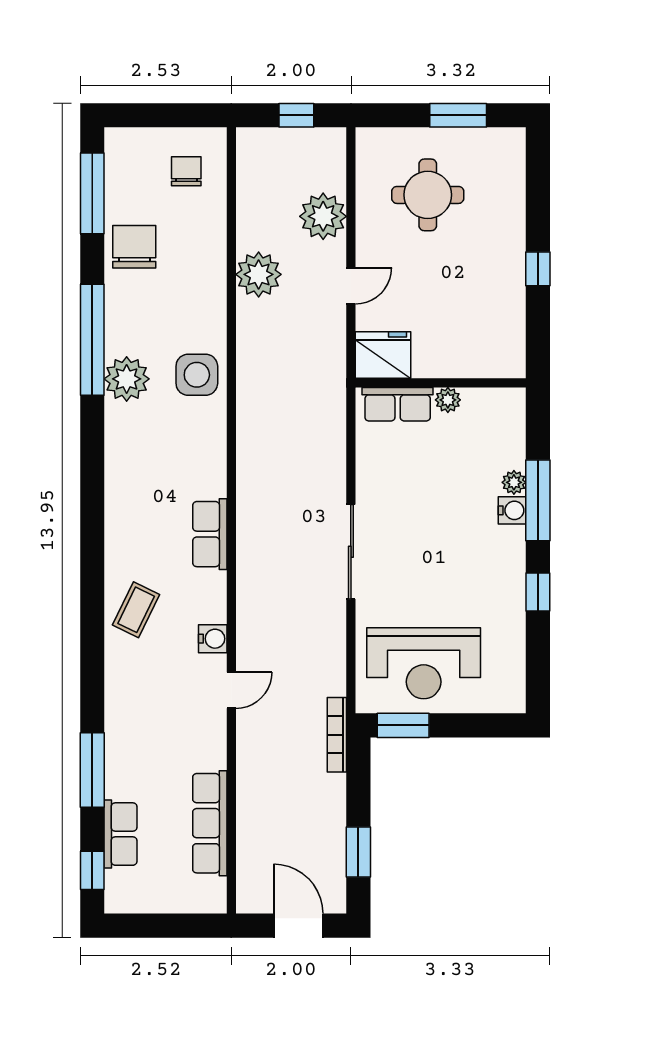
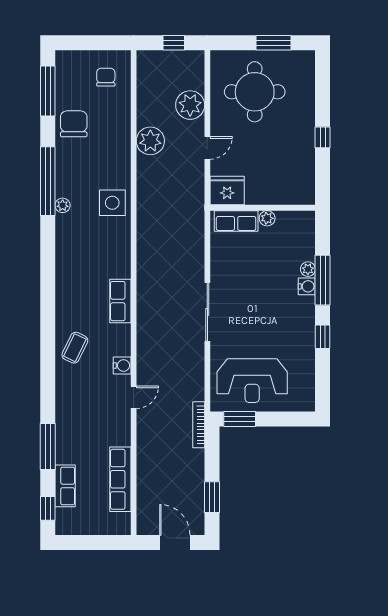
round table: (428, 195) -> (255, 92), width x1.36, depth x1.36
plant: (127, 379) -> (63, 205), width x0.53, depth x0.53

